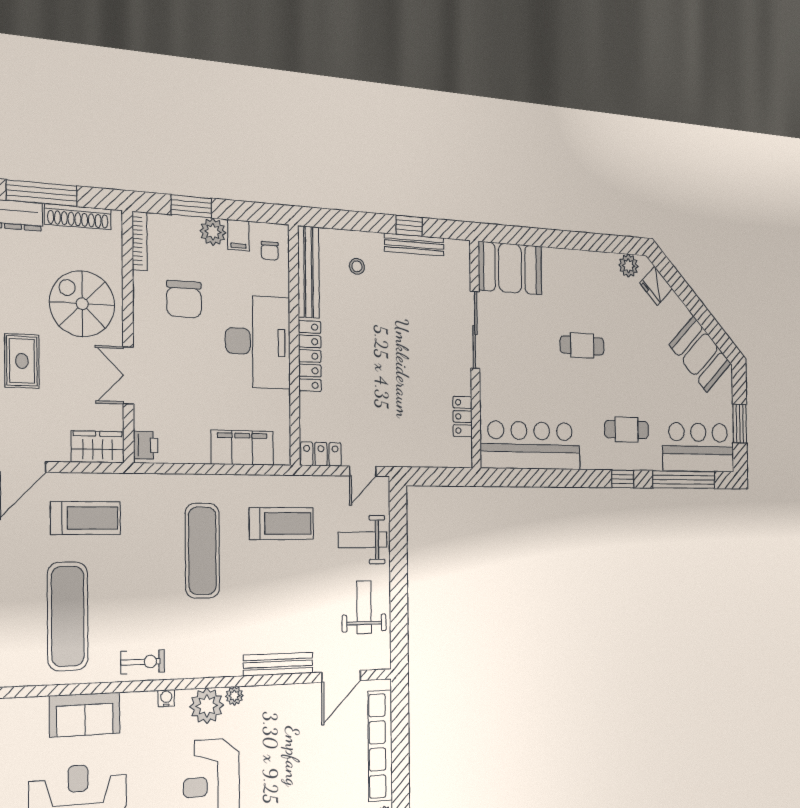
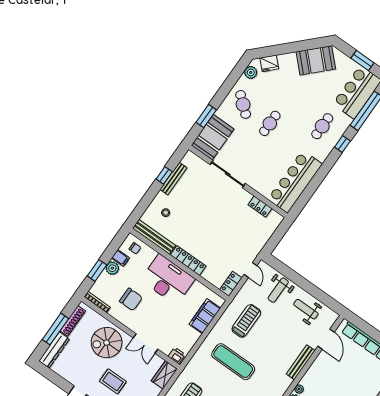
window: (532, 237) -> (206, 116), added
cafe table: (581, 285) -> (243, 104), added

